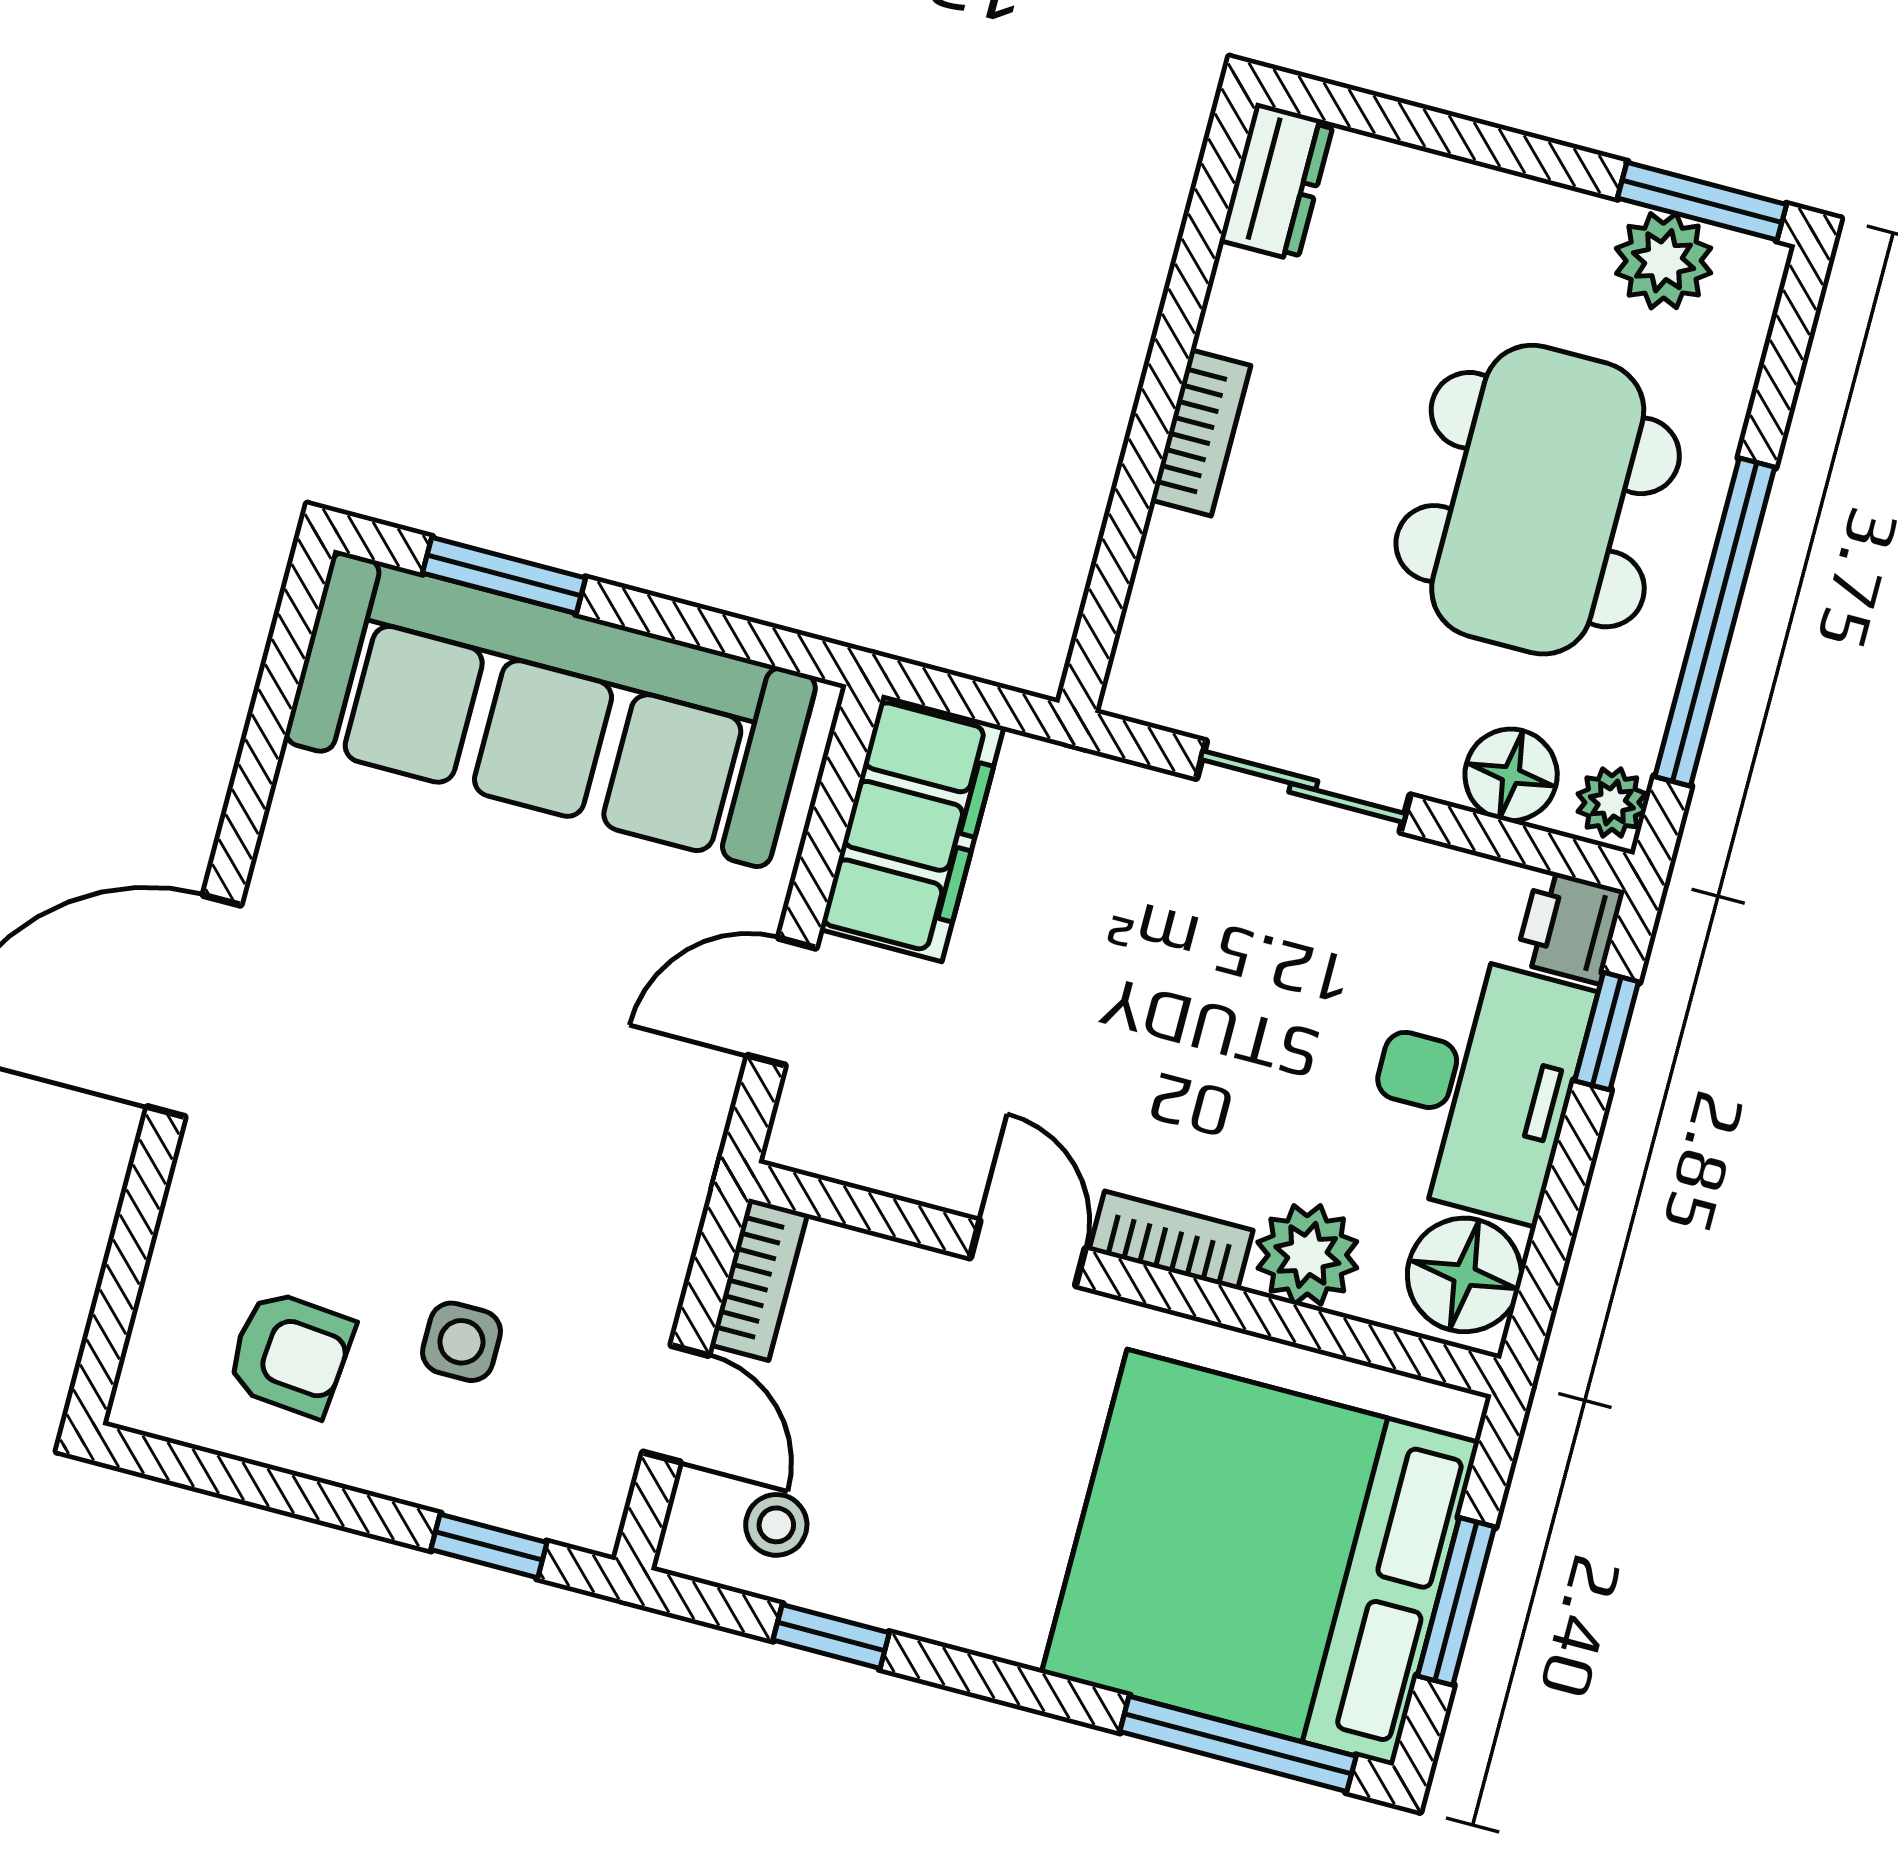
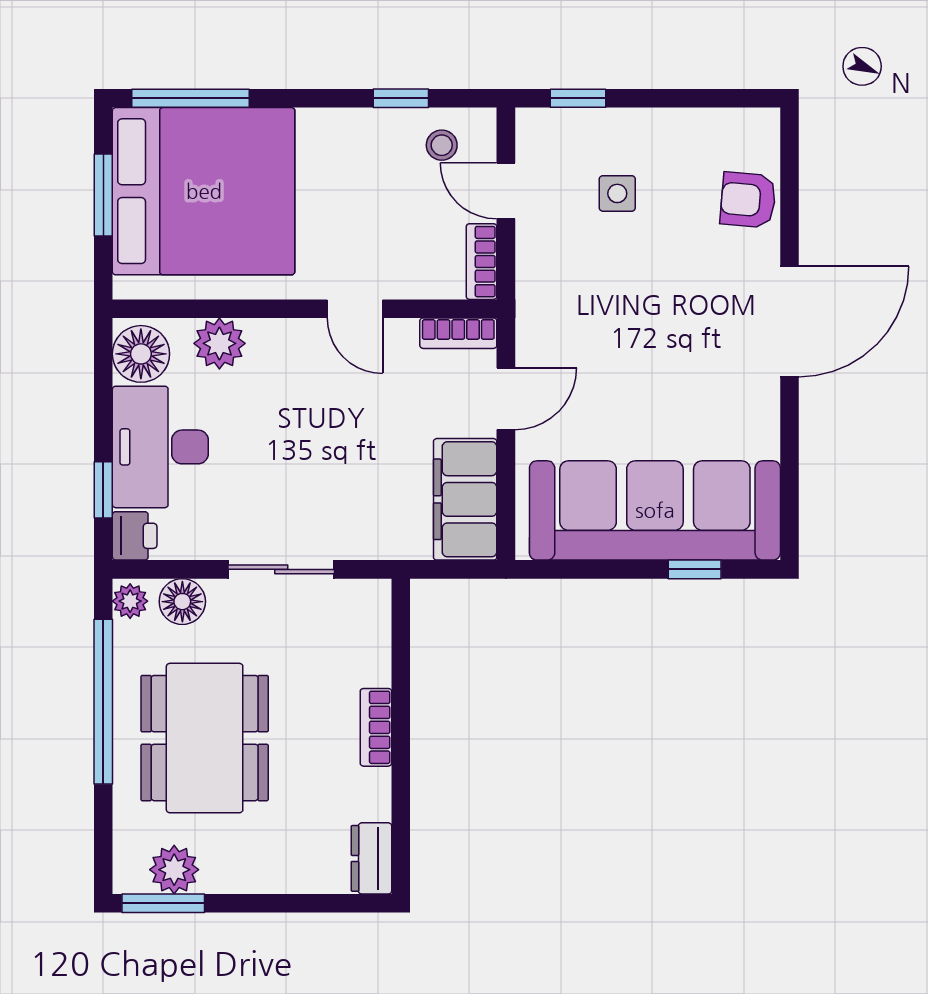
window: (504, 575) -> (695, 569), width x0.67
bookcase: (1171, 1240) -> (458, 333), moved
armchair: (290, 1354) -> (748, 200), moved

